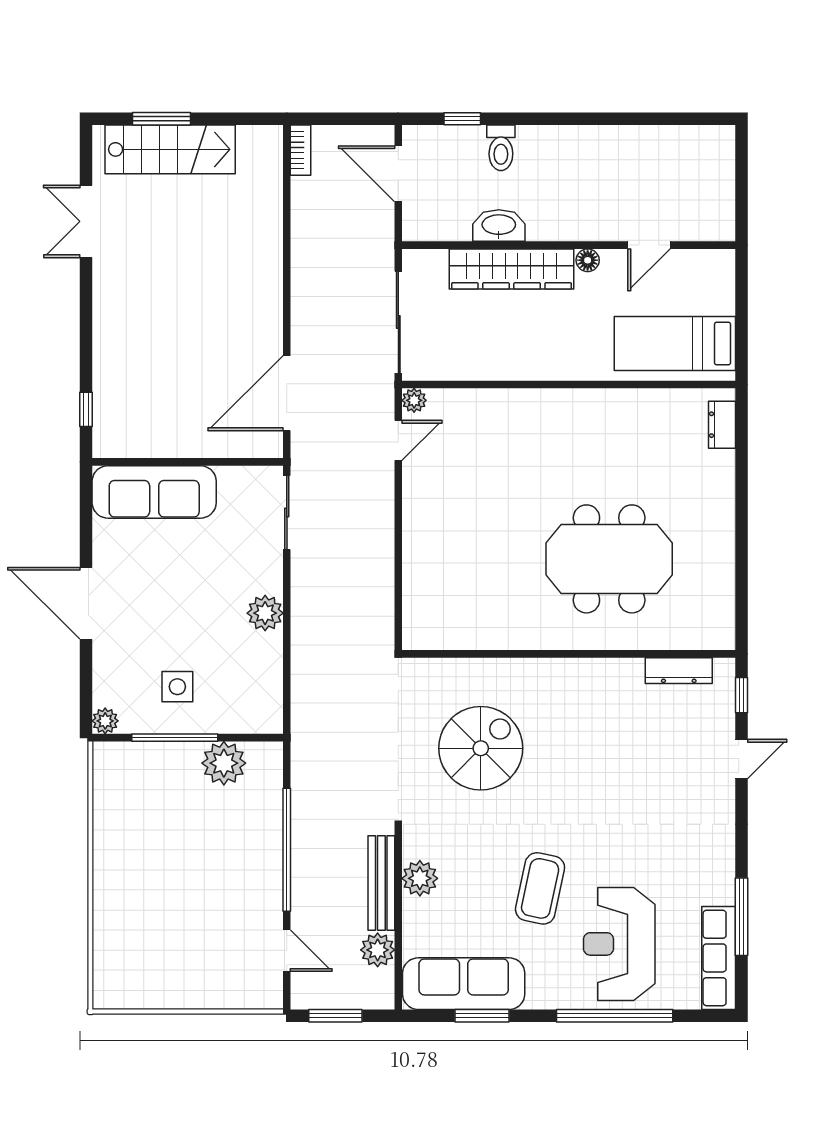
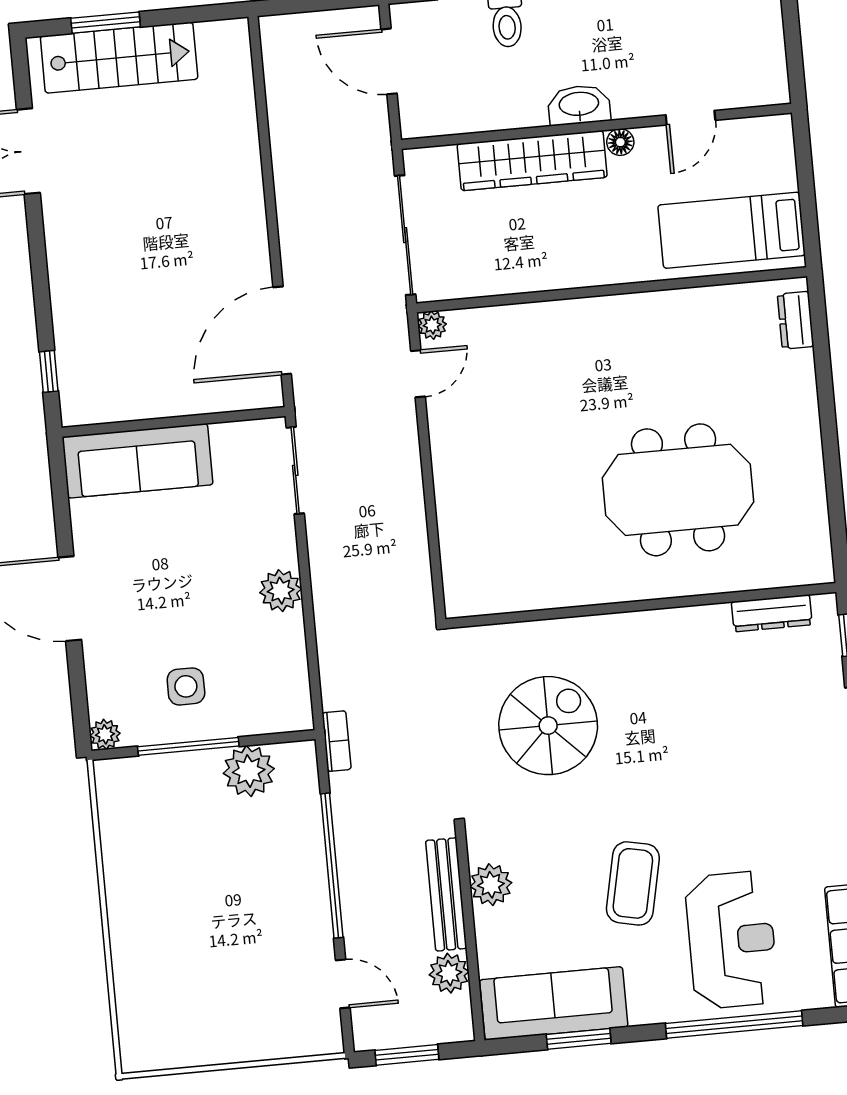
bookcase: (301, 150) -> (337, 741), moved
washbasin: (499, 226) -> (579, 105), moved
reception desk: (619, 944) -> (732, 940), turned 180

